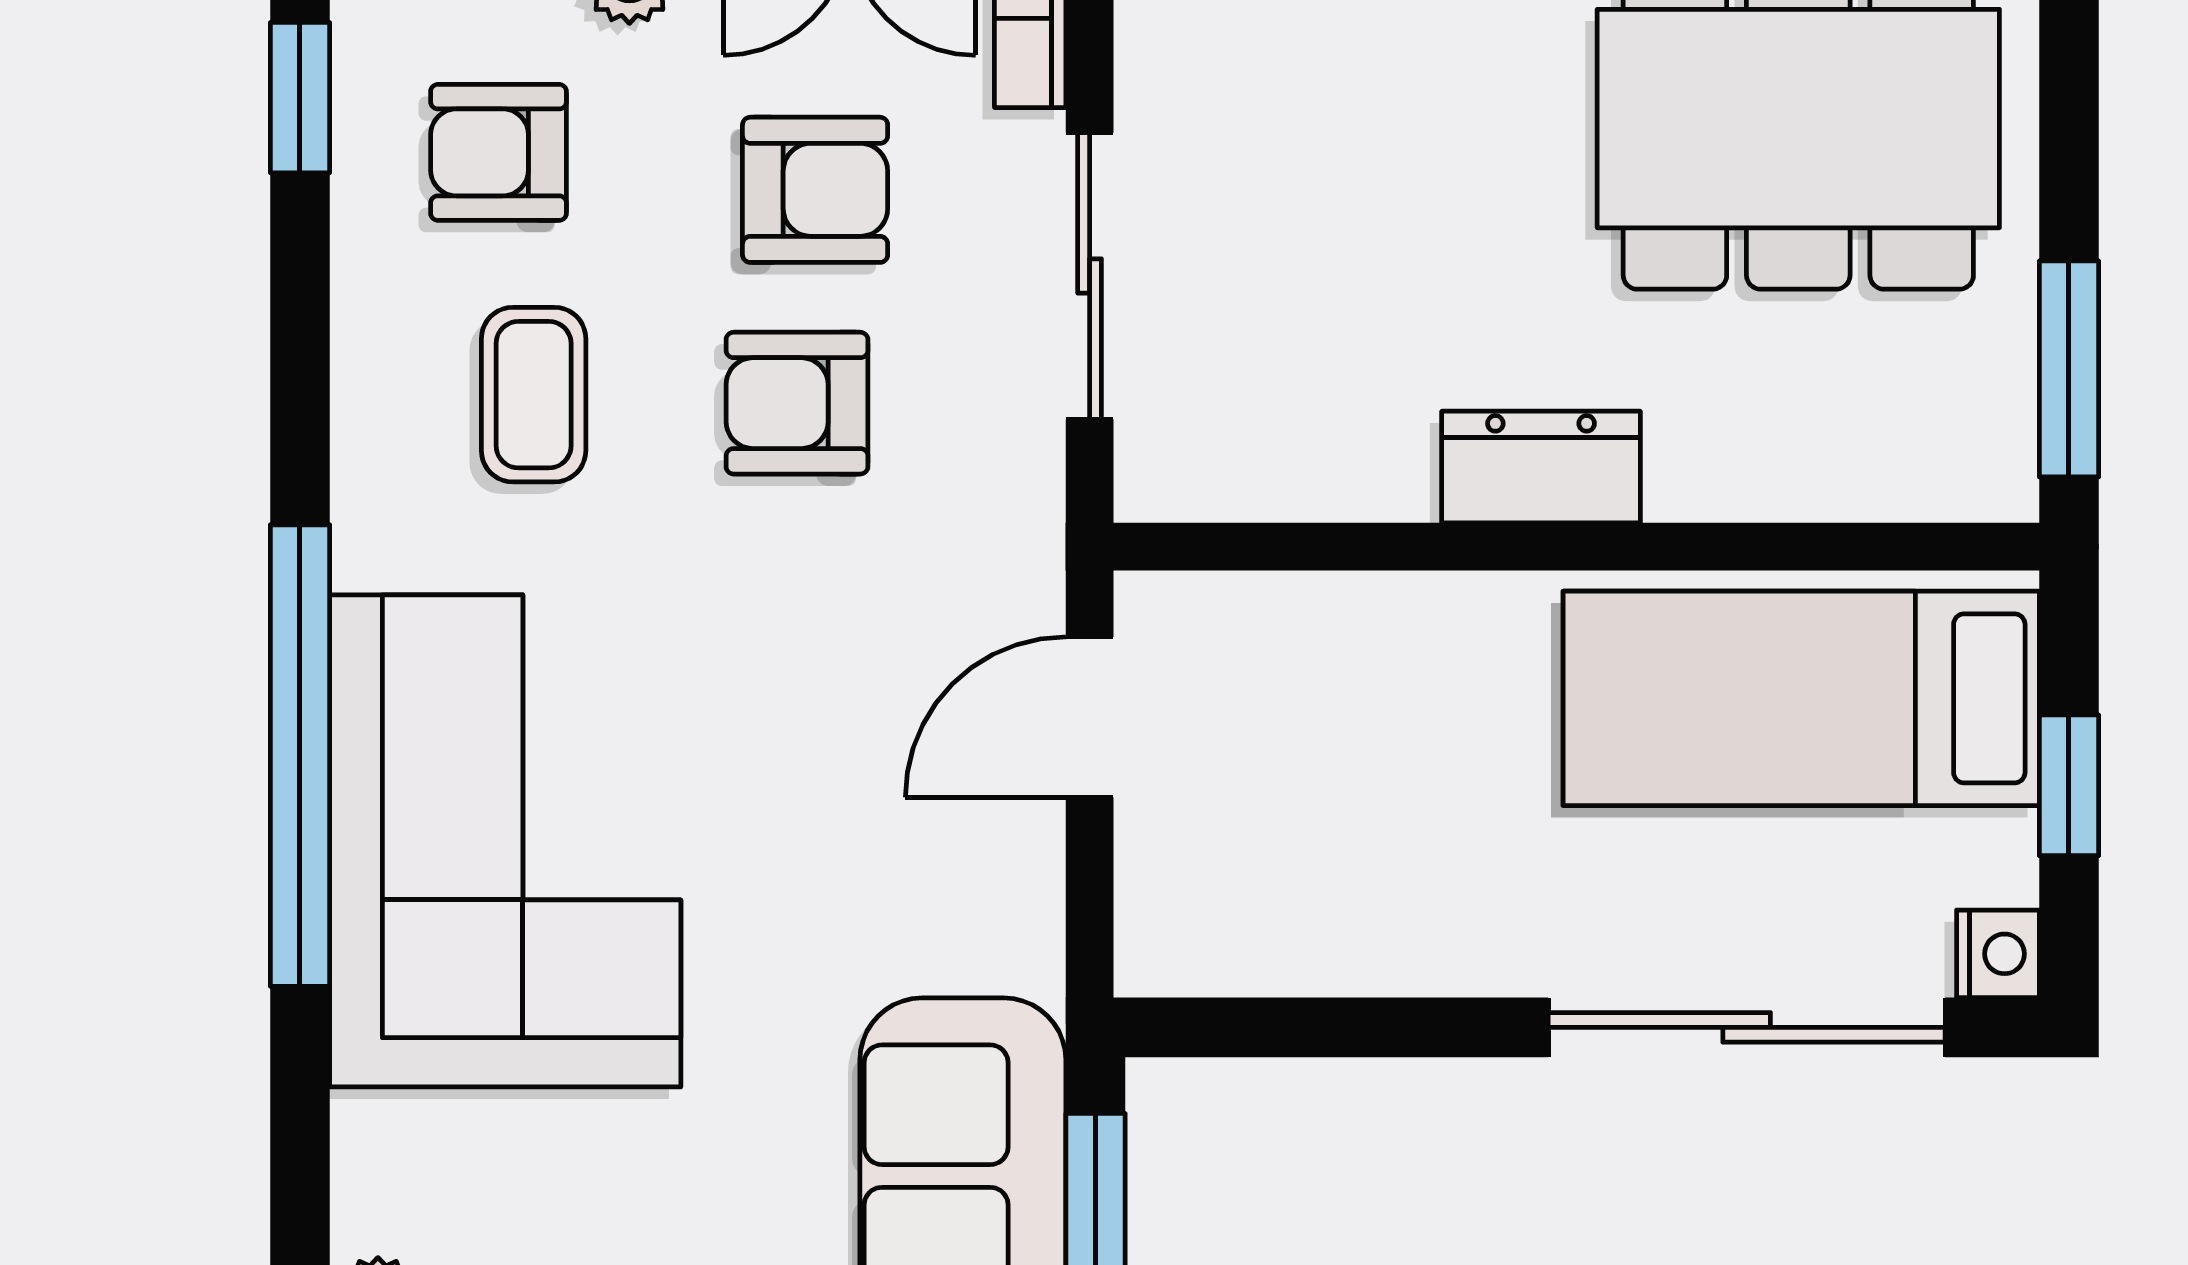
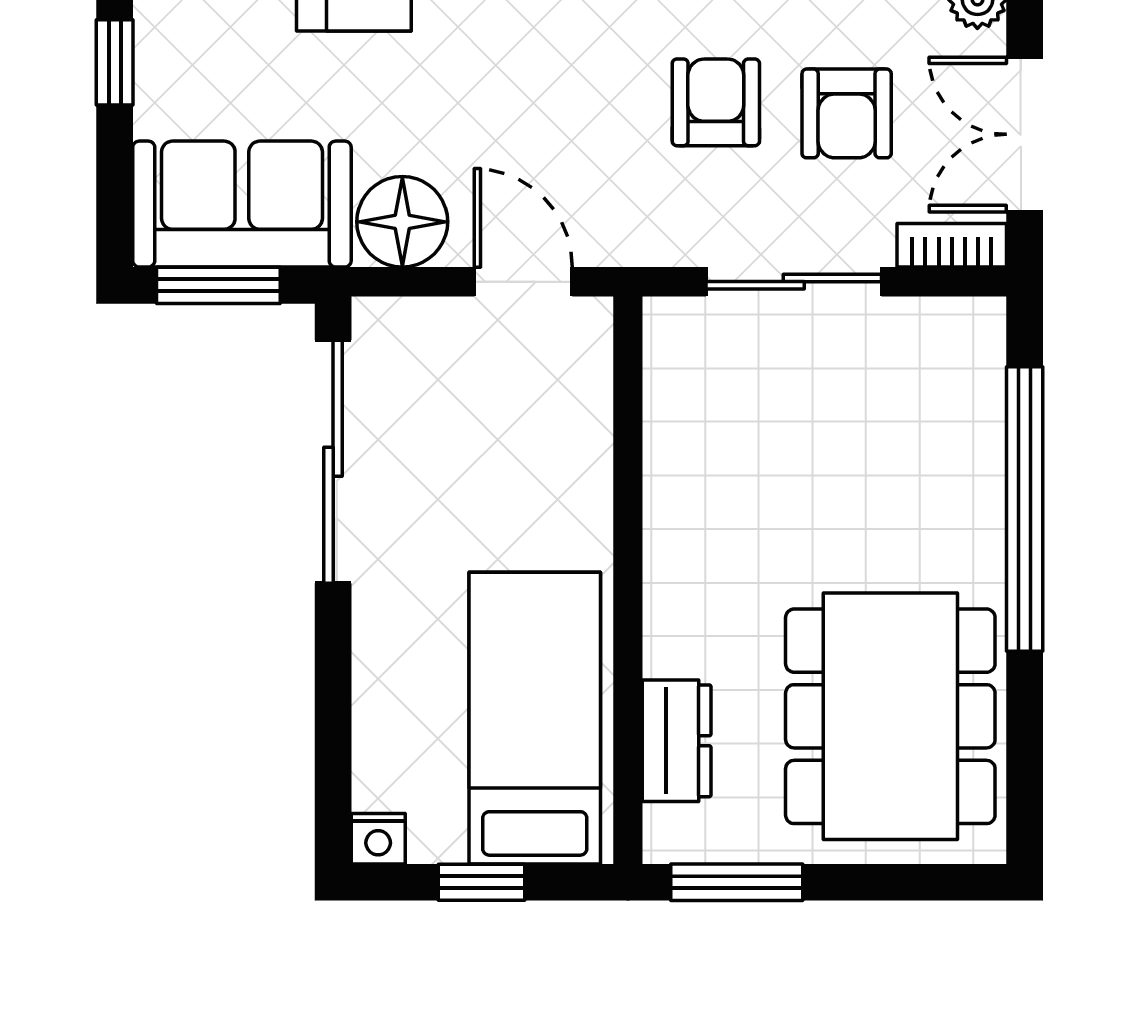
dresser: (1541, 467) -> (677, 741), moved
floor lamp: (992, 915) -> (402, 222), added
sliding door: (1747, 1027) -> (333, 462), moved

